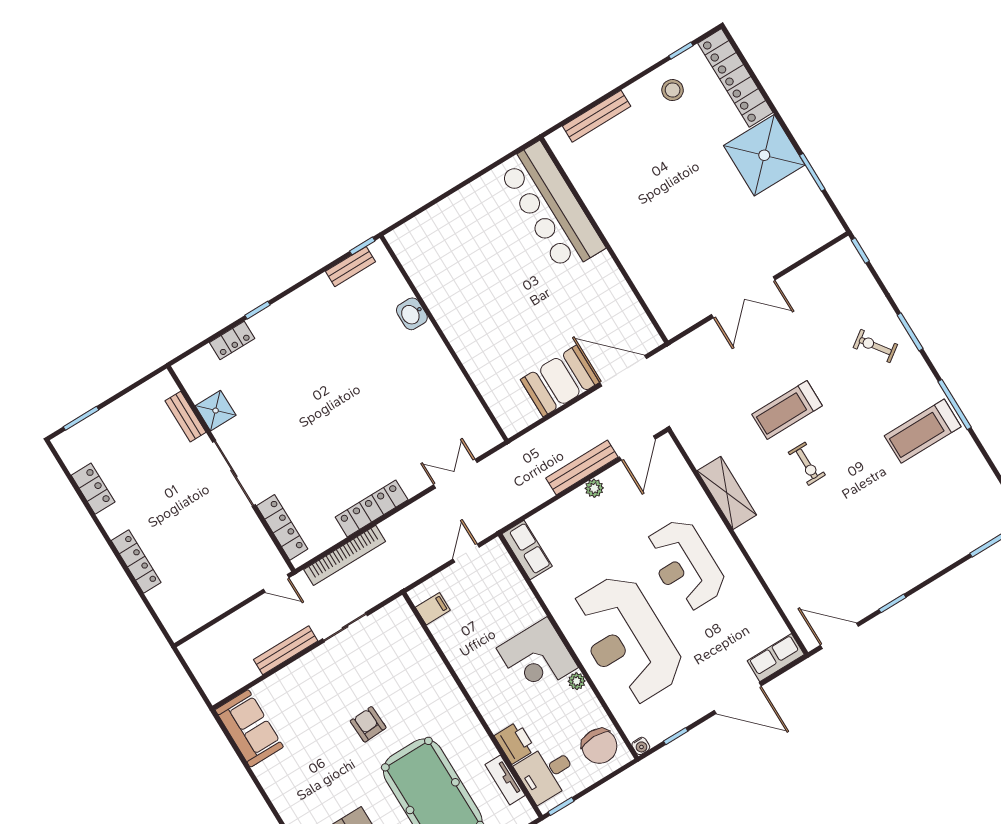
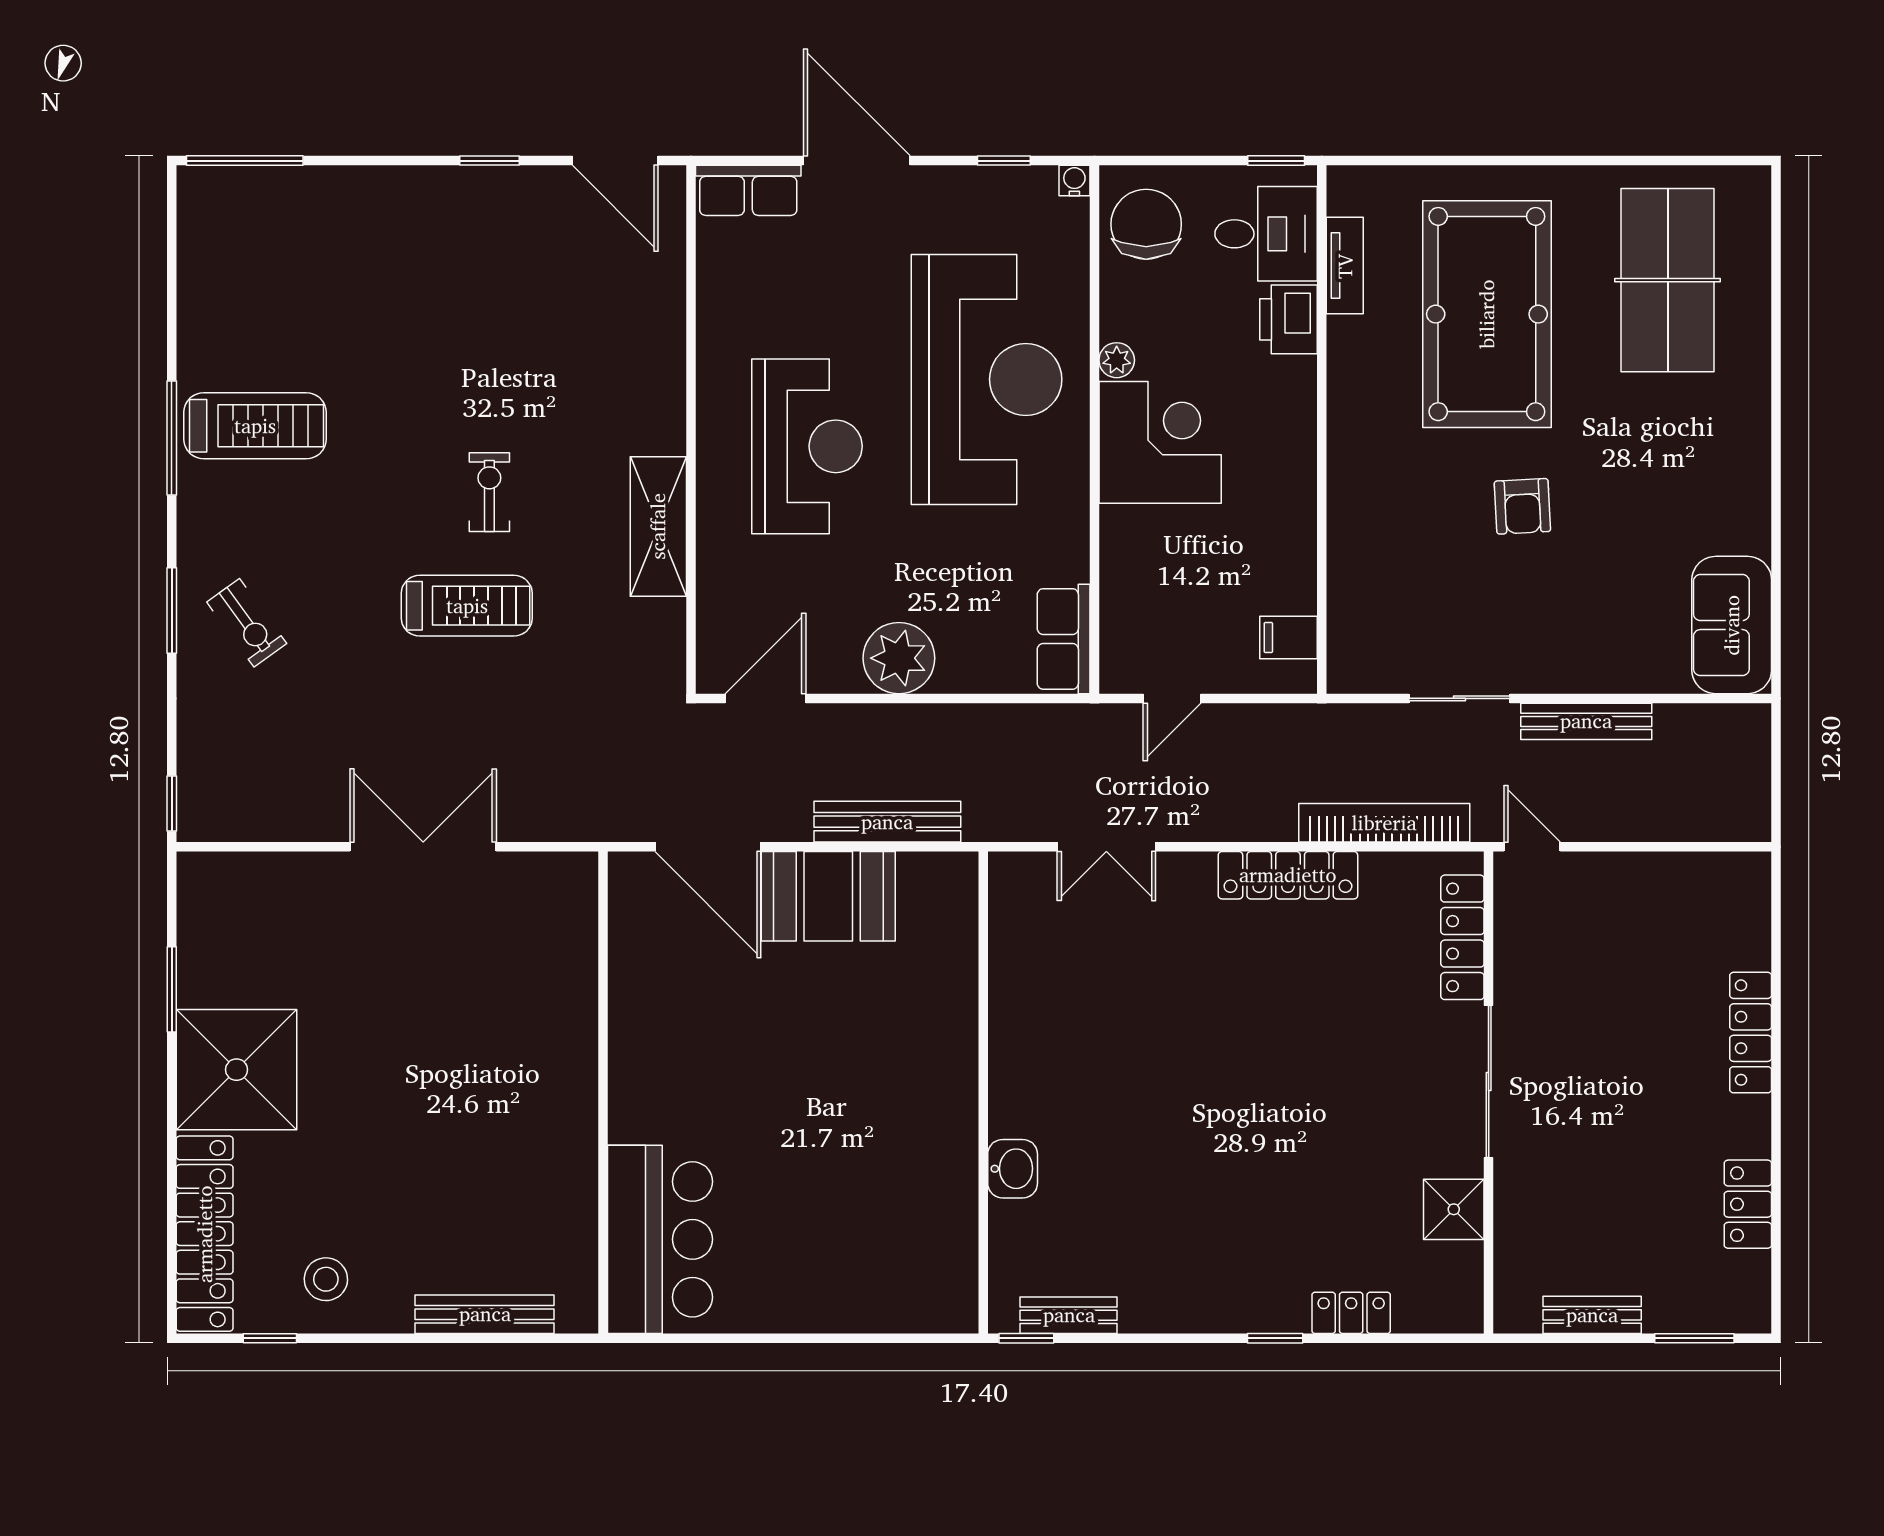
bar counter: (551, 207) -> (660, 1239), width x0.73
bench: (186, 417) -> (1592, 1315), moved, turned 90
bench: (582, 467) -> (887, 822), moved
plant: (594, 488) -> (899, 658), width x1.87, depth x1.87

